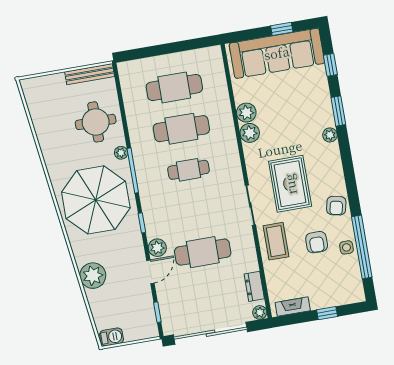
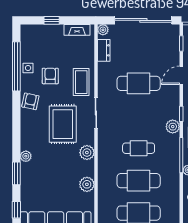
plant: (250, 133) -> (87, 153), moved
plant: (157, 248) -> (173, 127), moved

